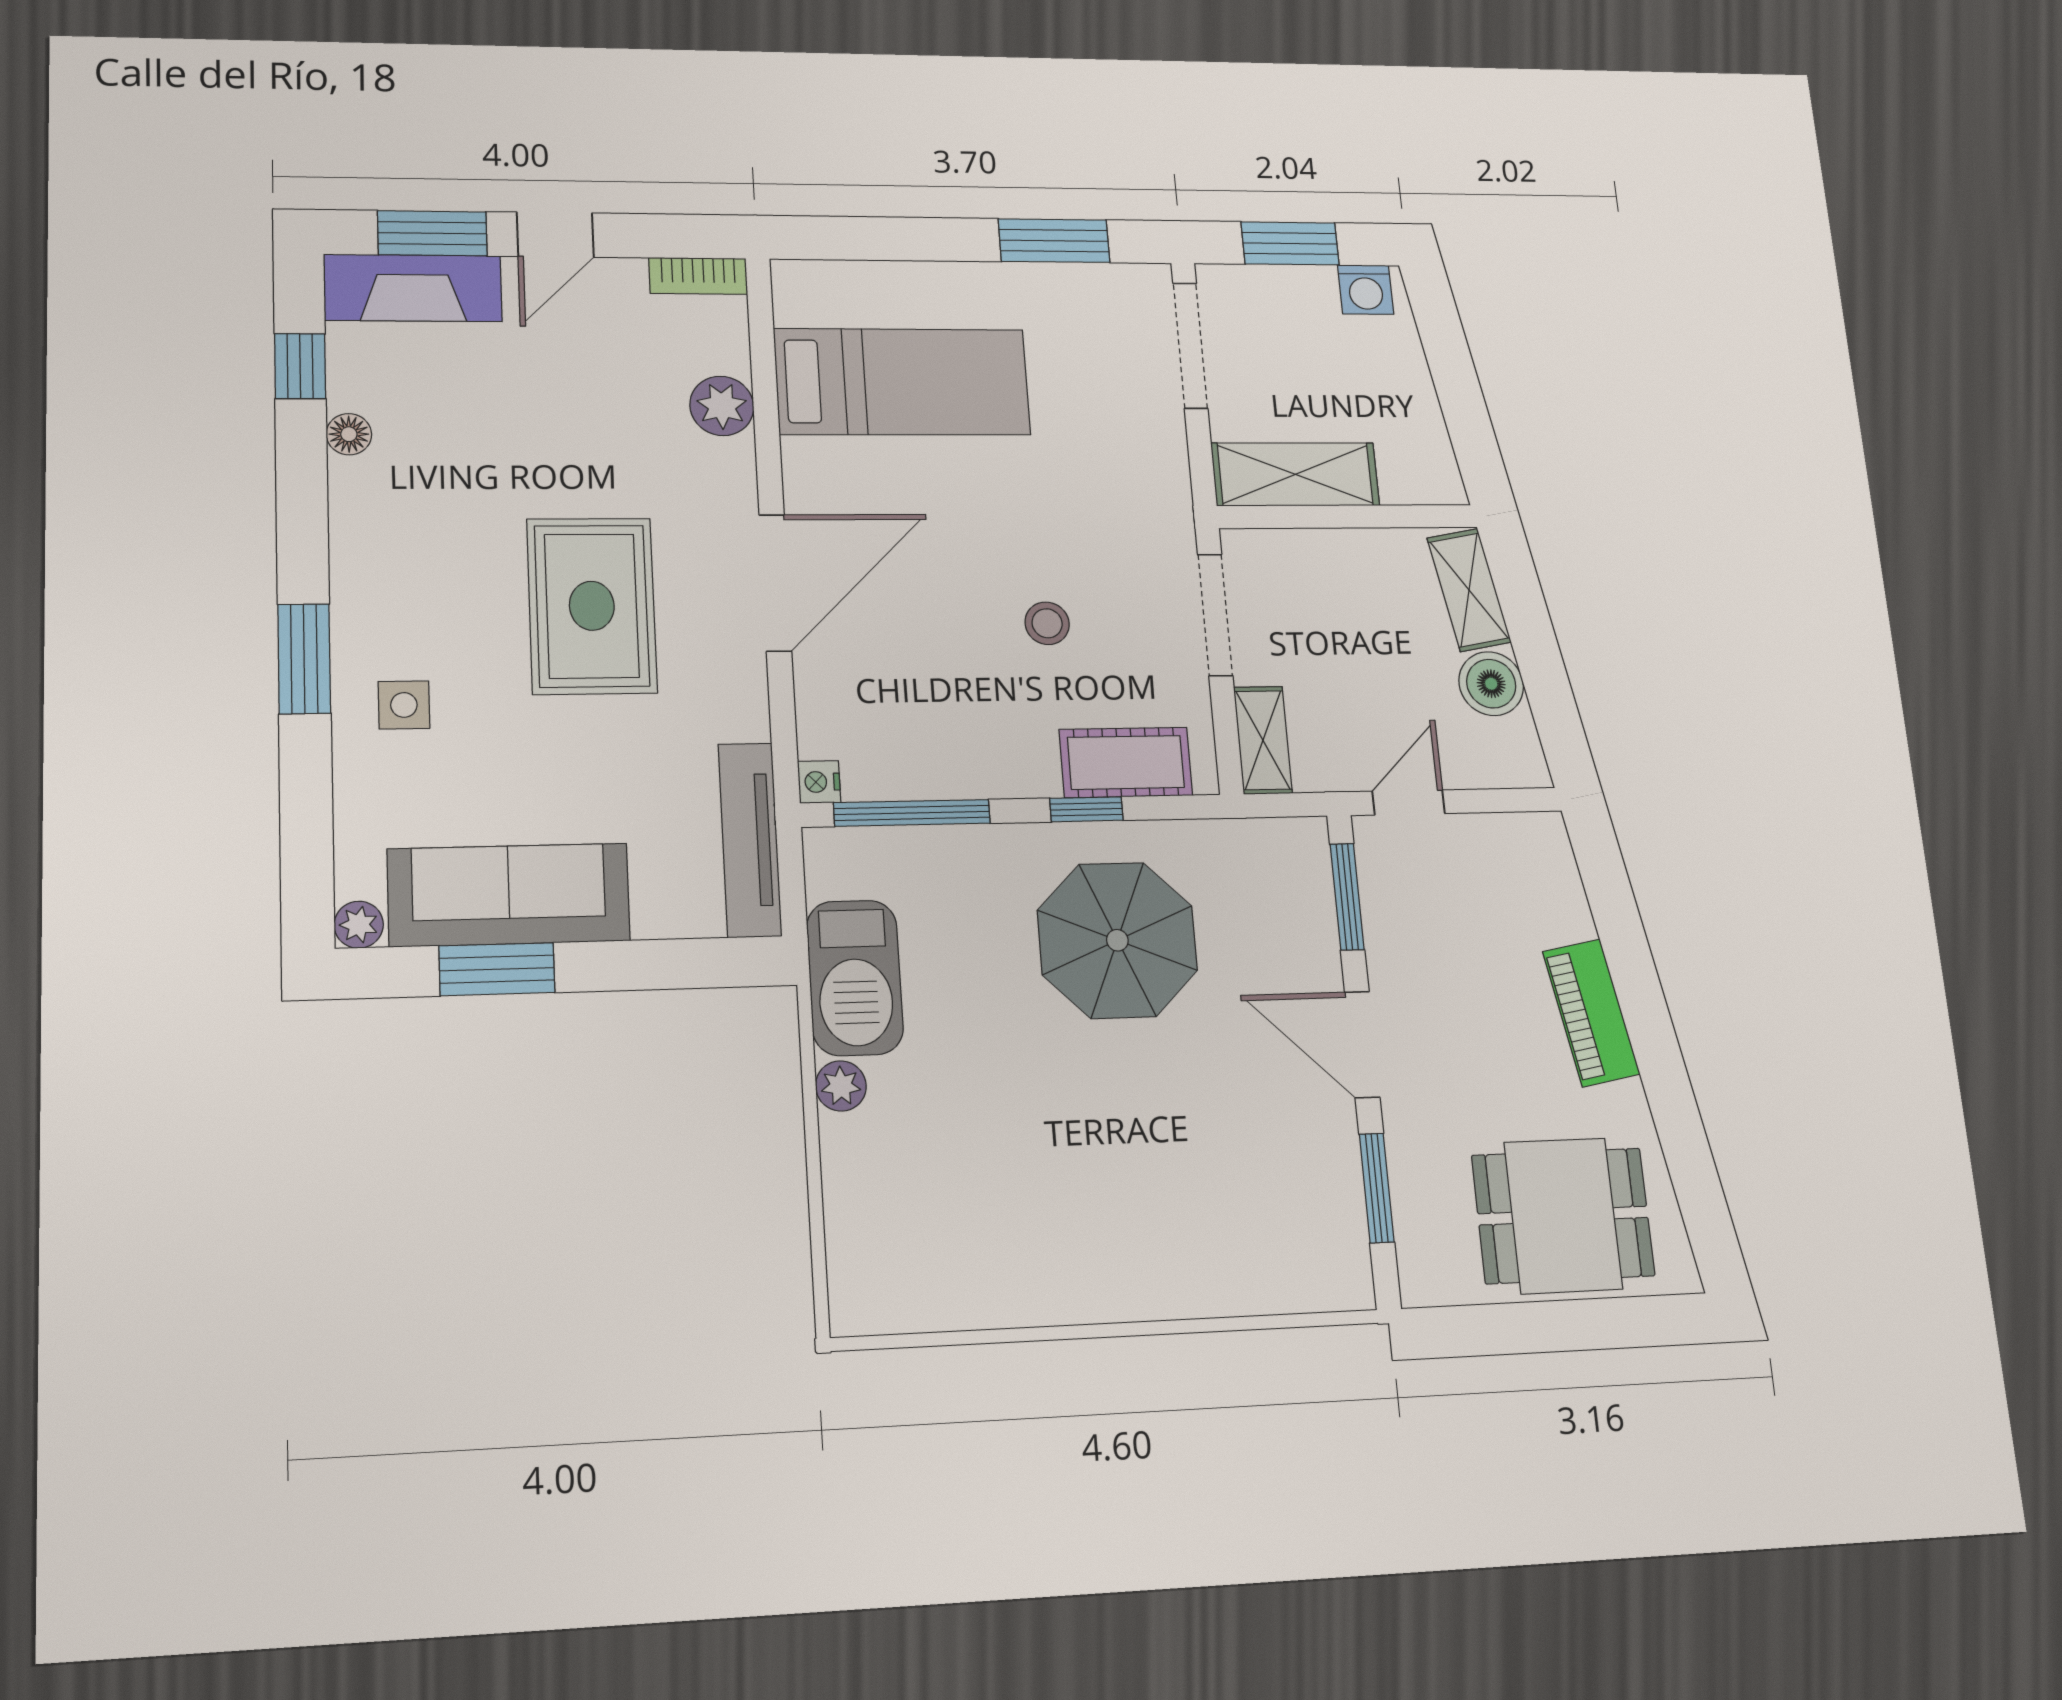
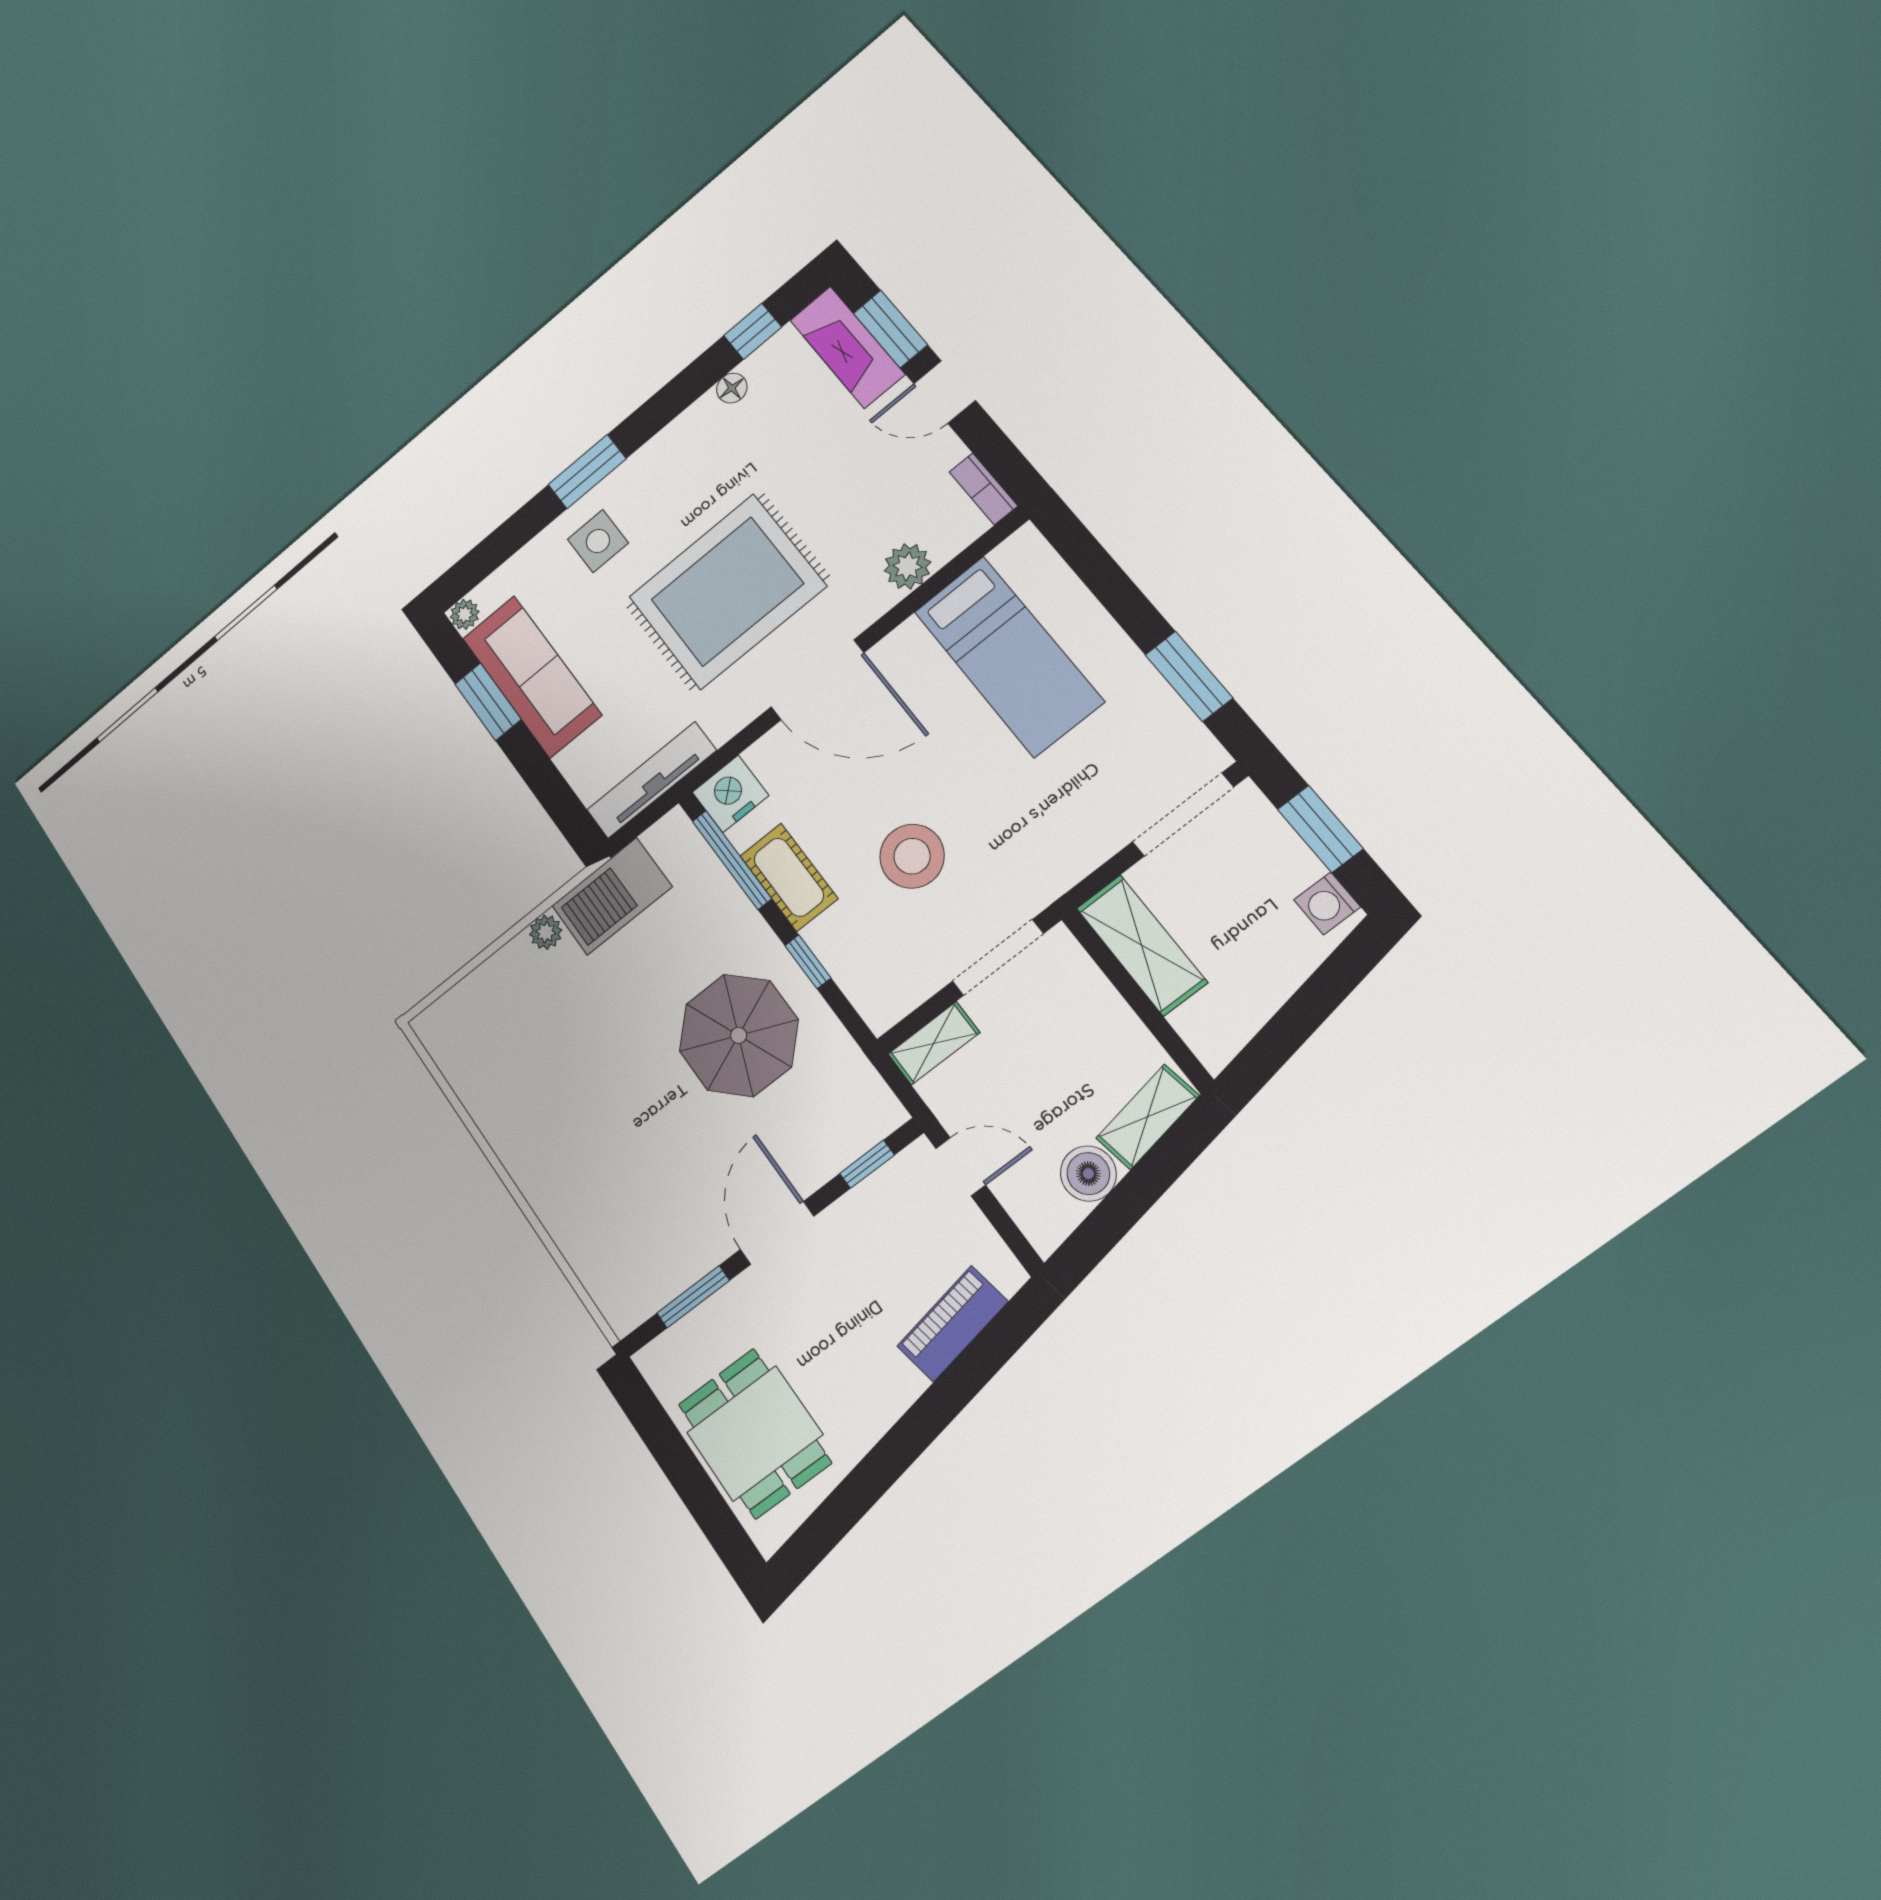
rug: (592, 606) -> (727, 592), width x1.37, depth x1.44
stool: (1047, 623) -> (912, 856), width x1.89, depth x1.89
side table: (404, 705) -> (598, 541), width x1.37, depth x1.37
cot: (1126, 762) -> (789, 877), moved
nightstand: (819, 782) -> (730, 794), width x1.89, depth x1.79
window: (1347, 897) -> (867, 1164), width x0.67
piano: (1591, 1013) -> (952, 1324), moved

